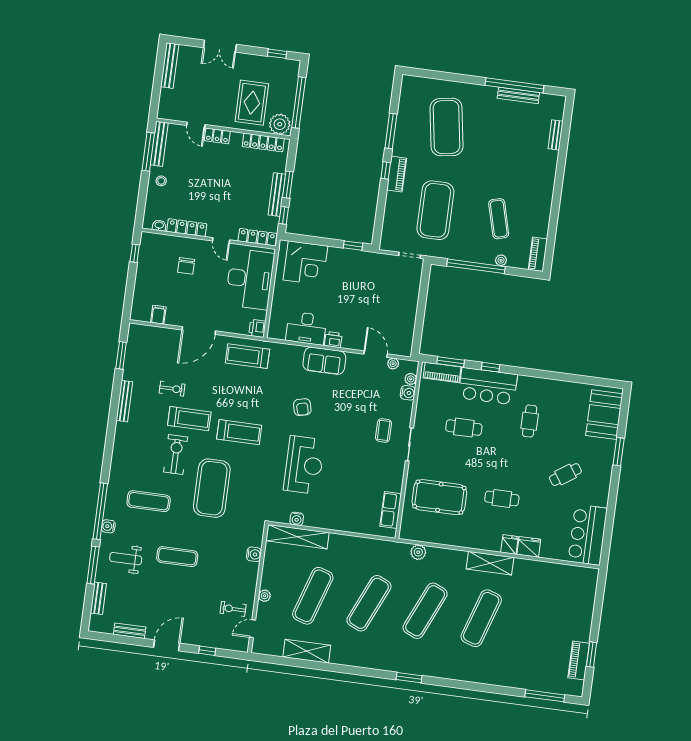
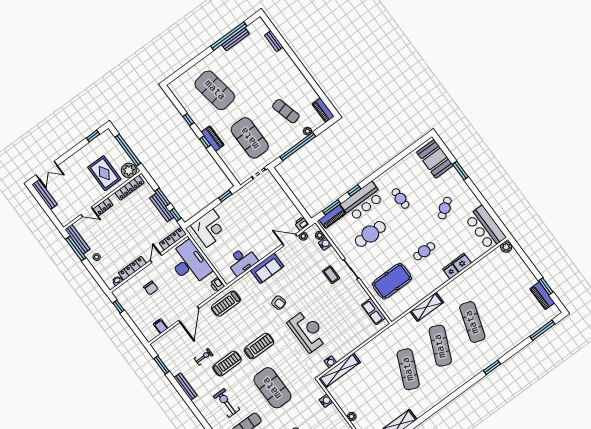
double door: (220, 46) -> (47, 170), moved
window: (391, 131) -> (188, 119), width x0.46
door: (221, 240) -> (156, 258), swing flipped
printer: (333, 340) -> (302, 223), moved
cafe table: (464, 428) -> (370, 234), width x1.37, depth x1.35
exercise bike: (176, 455) -> (226, 403), moved
plant: (418, 552) -> (506, 247), moved
shelving: (490, 563) -> (427, 307), moved
exercise mat: (313, 596) -> (376, 393), removed
window: (409, 678) -> (492, 367), moved

